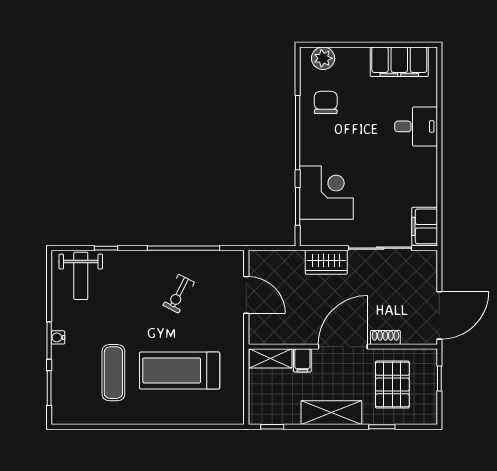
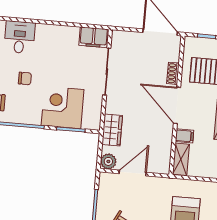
chair: (361, 138) -> (25, 78), added
plant: (259, 261) -> (108, 161), added
wardrobe: (326, 262) -> (112, 130), moved

